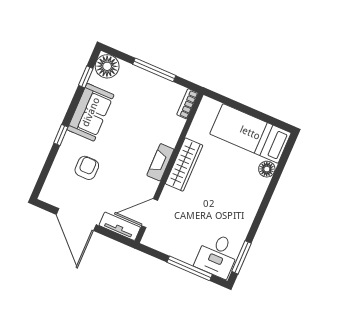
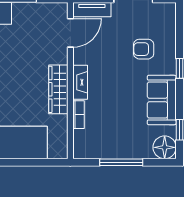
bookcase: (188, 104) -> (79, 115), moved
armchair: (87, 168) -> (144, 49), turned 90

